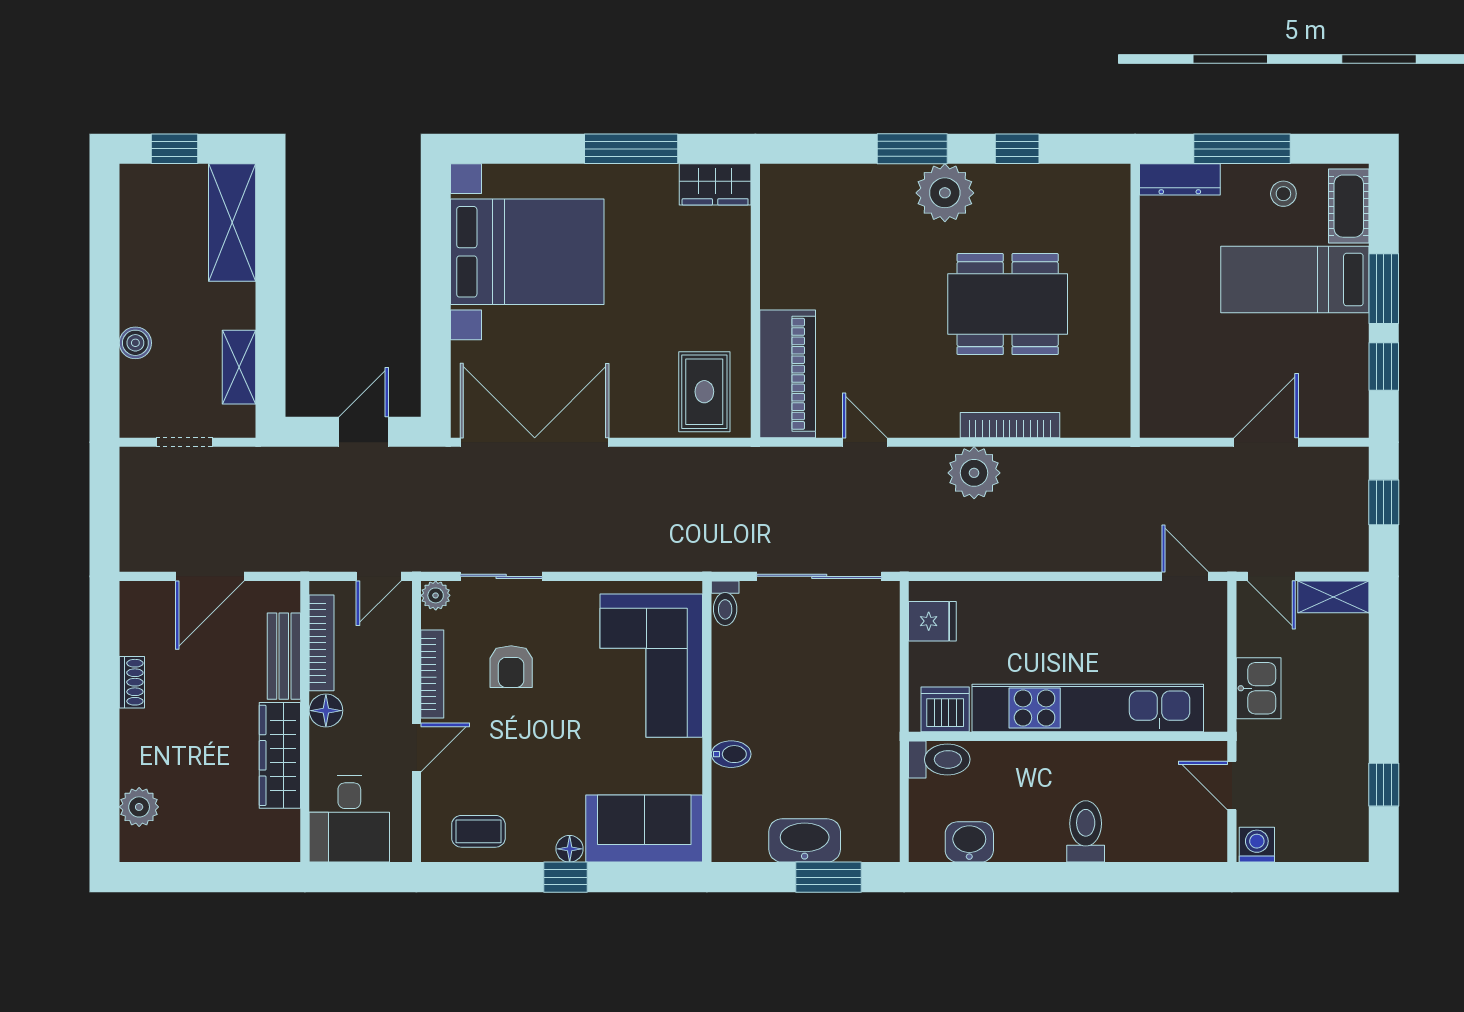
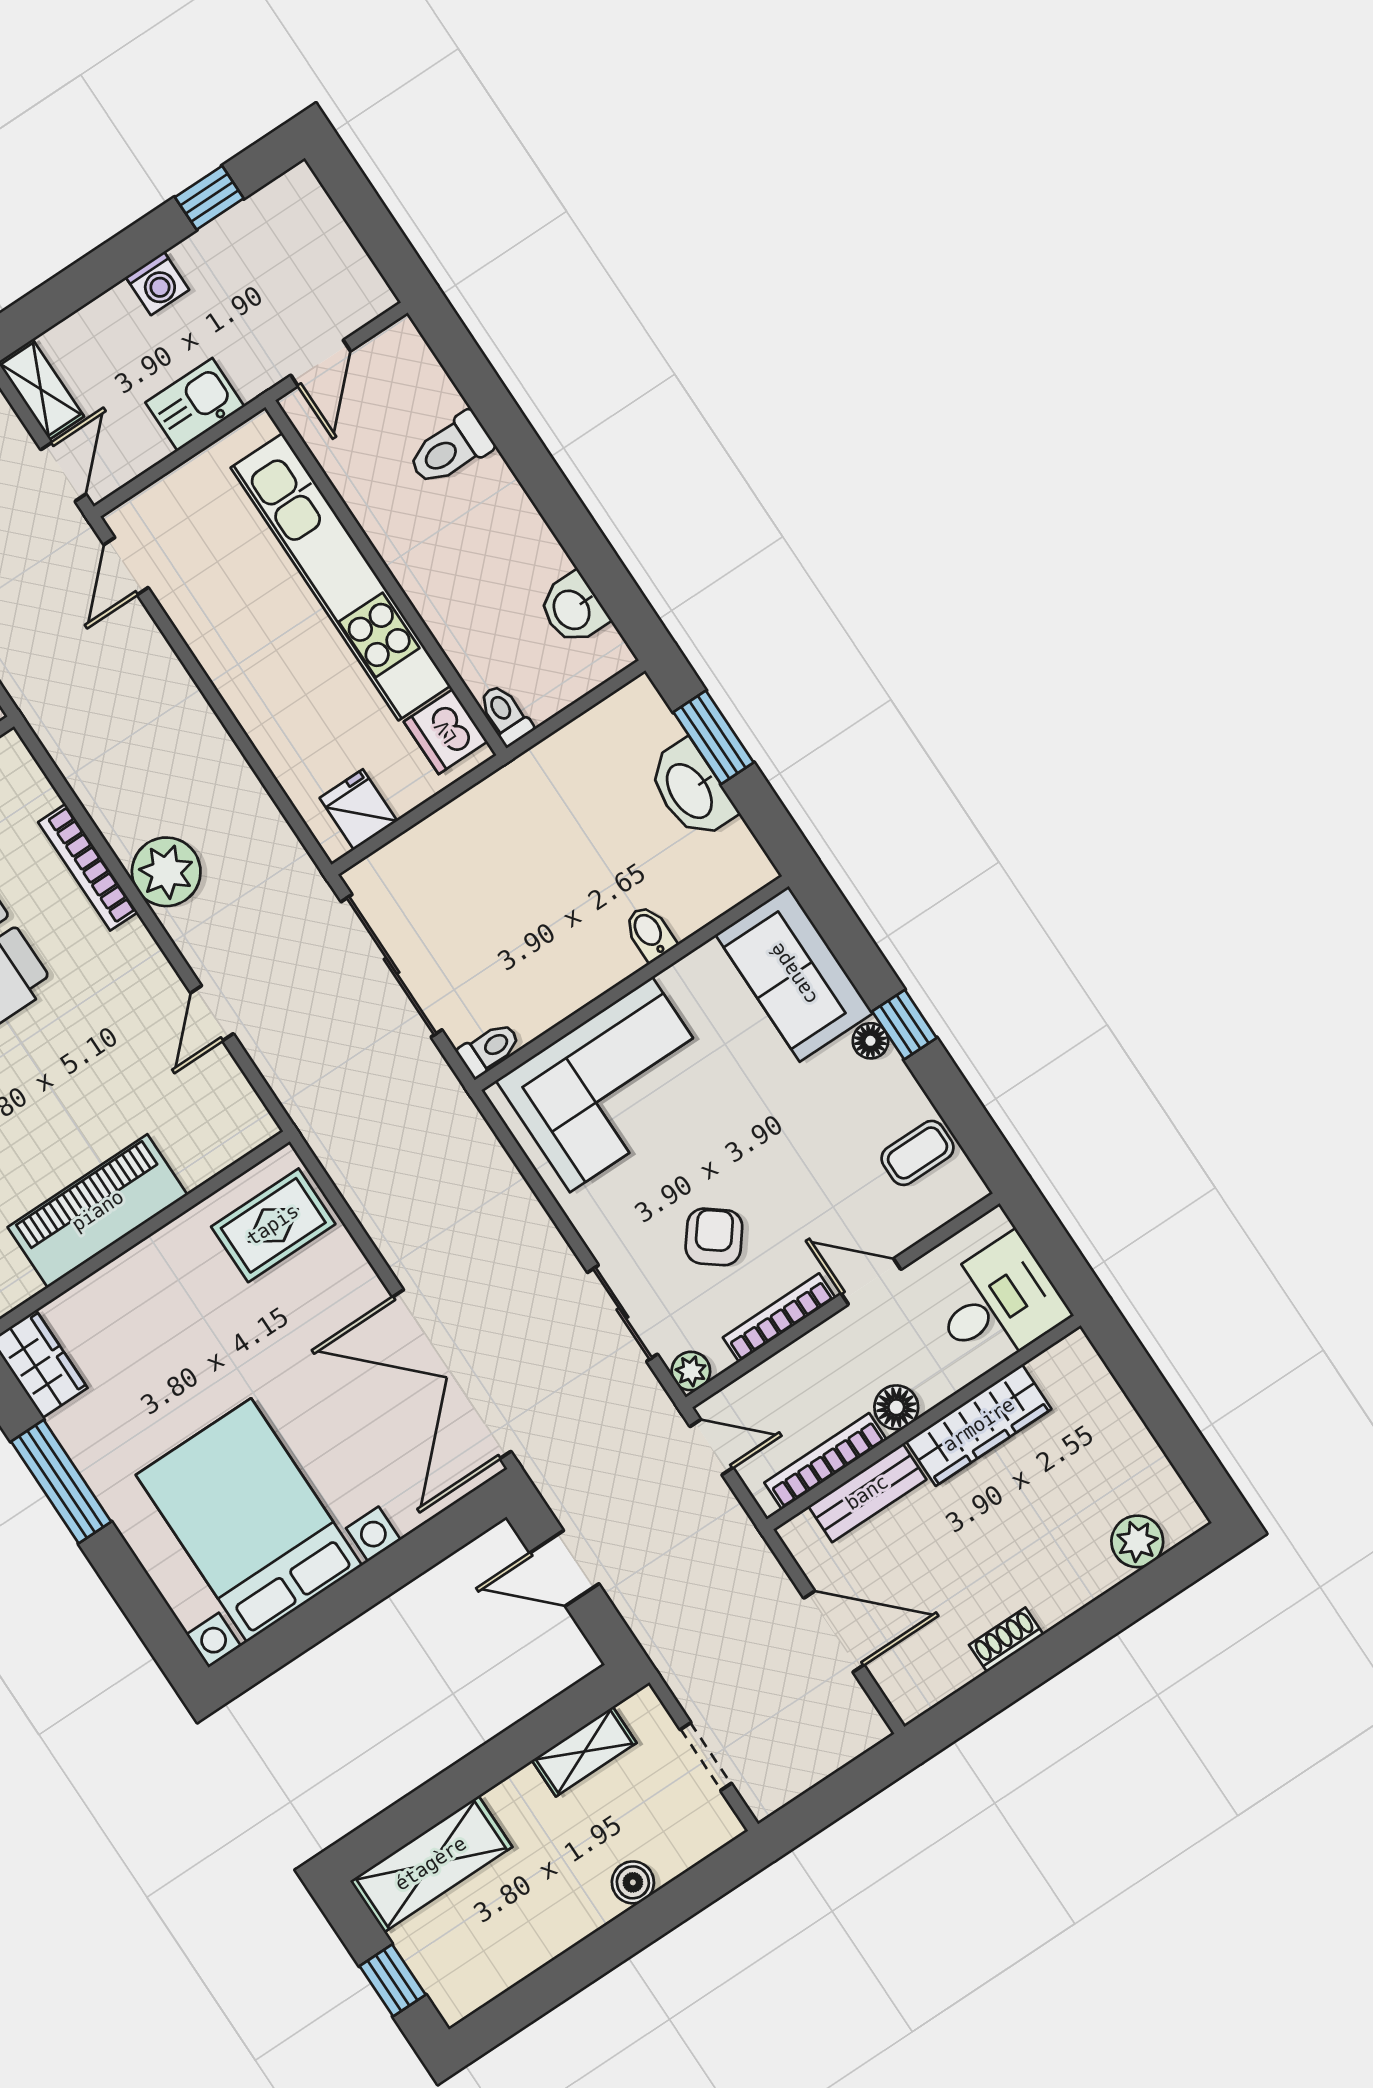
piano: (788, 374) -> (98, 1211), moved
armchair: (511, 667) -> (714, 1237), turned -52
toilet: (939, 759) -> (505, 715), width x0.73, depth x0.72
coffee table: (478, 831) -> (918, 1153), turned 90
toilet: (1086, 831) -> (450, 449), moved
washing machine: (1257, 845) -> (157, 283), moved, turned -90

